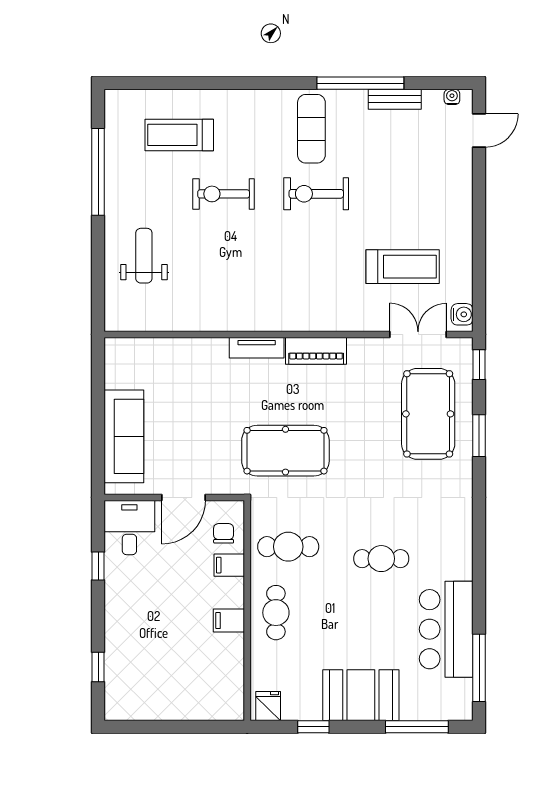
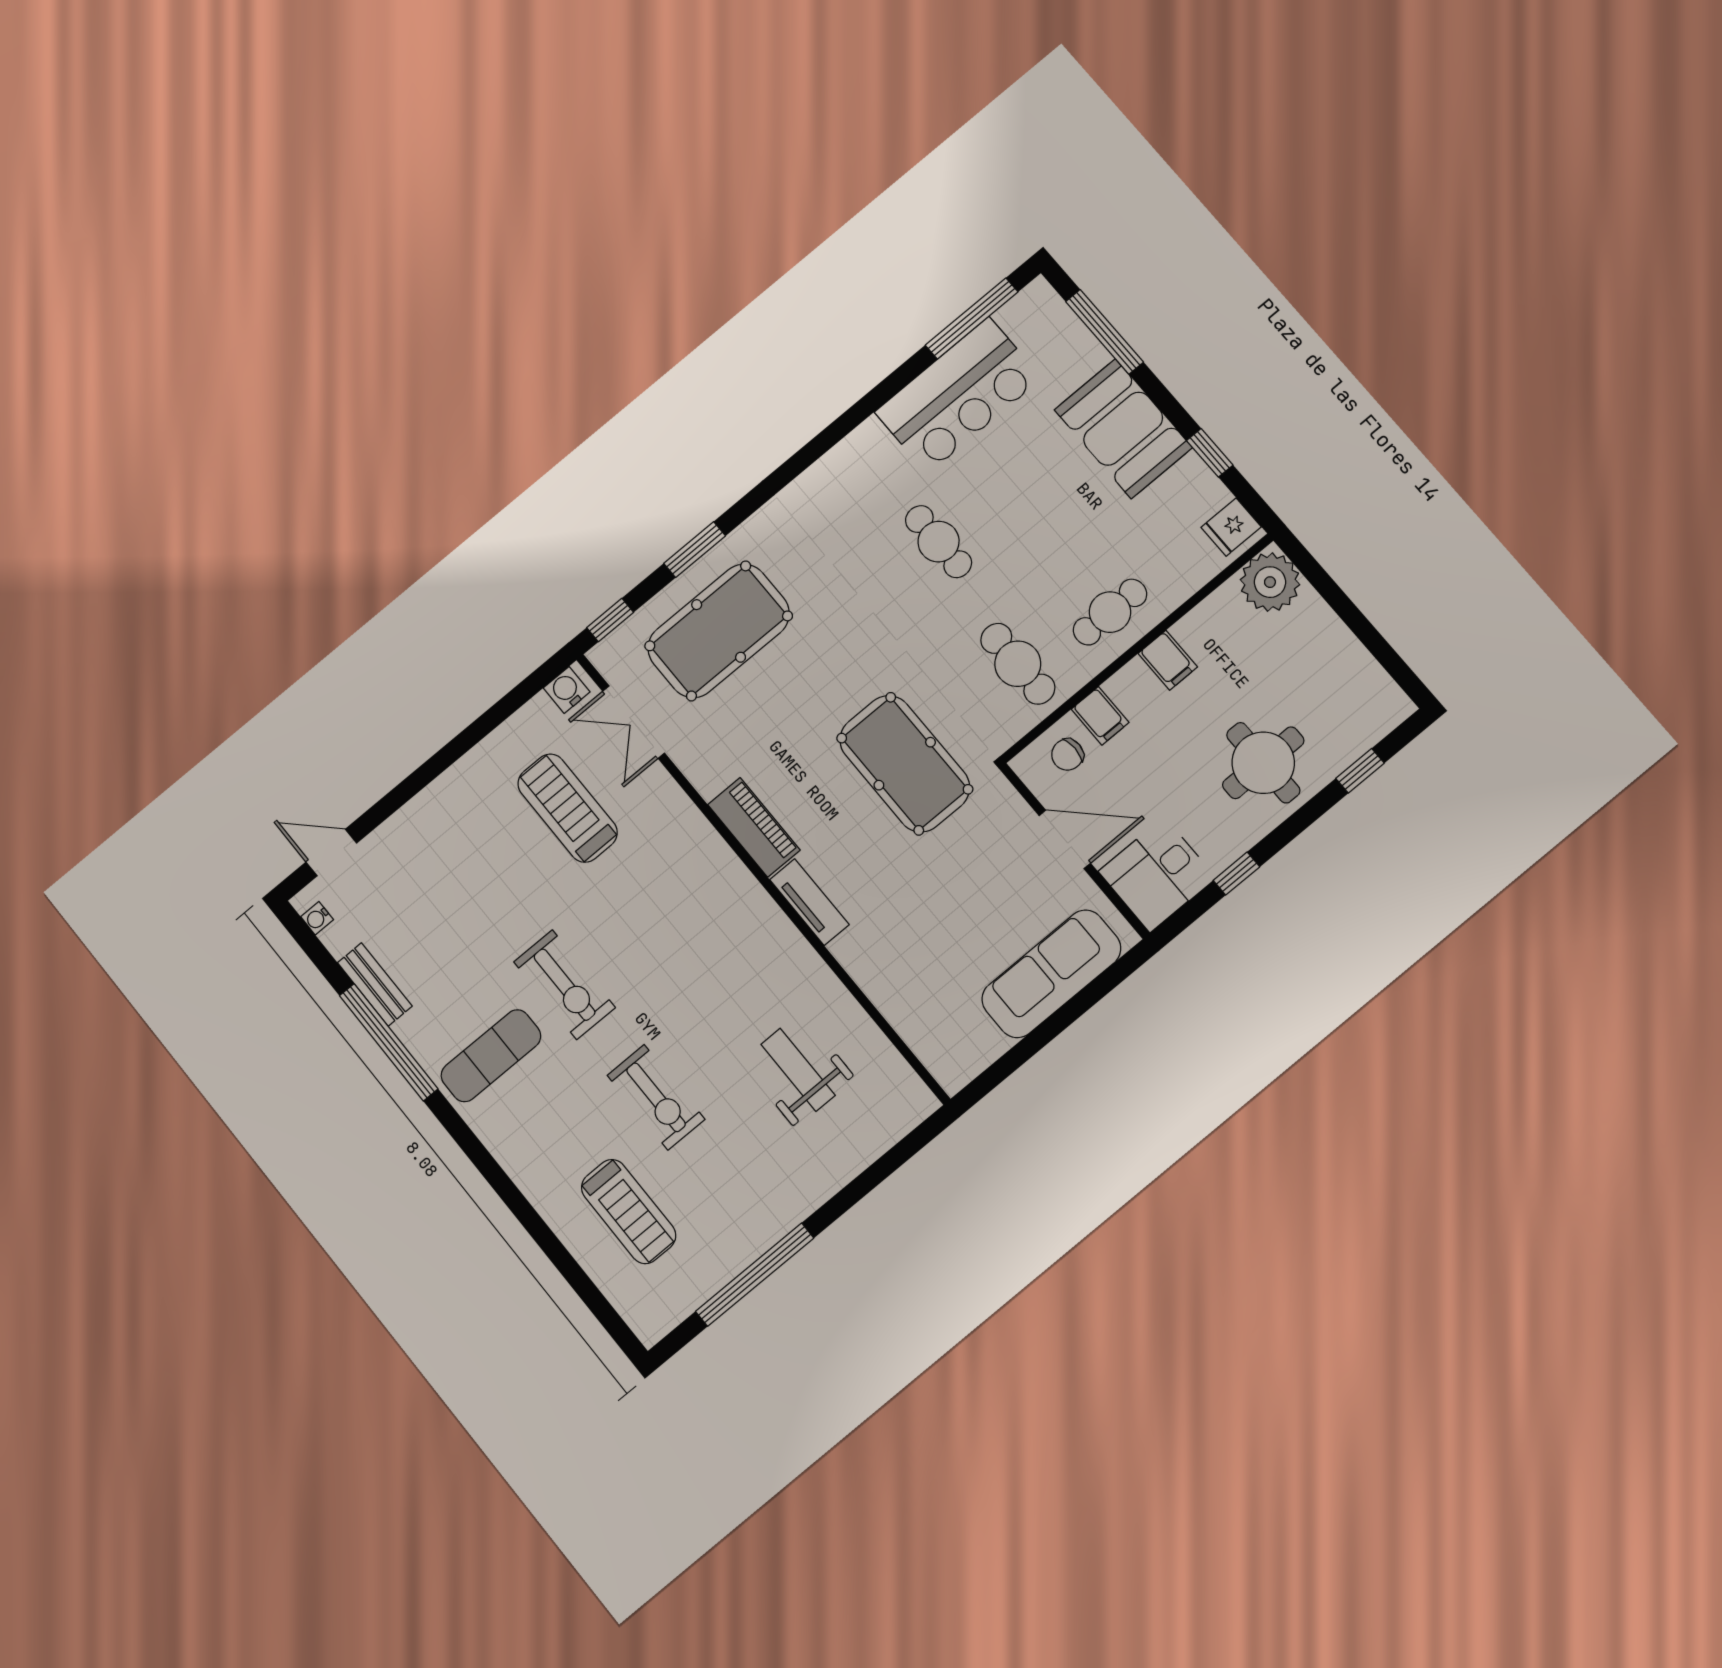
weight bench: (144, 256) -> (798, 1070), moved, turned 90
round table: (141, 624) -> (1263, 763), added
plant: (225, 702) -> (1270, 582), added

